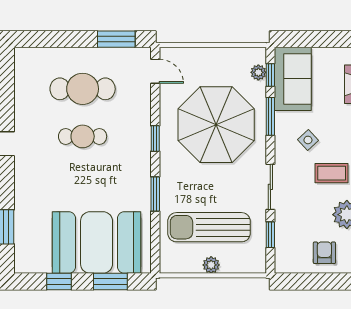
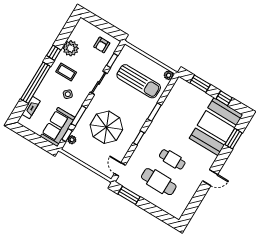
parasol: (216, 125) -> (106, 127), width x0.73, depth x0.73
booth: (97, 243) -> (216, 127), moved, turned 90
armchair: (324, 253) -> (102, 45), moved
plant: (211, 265) -> (169, 75), moved

